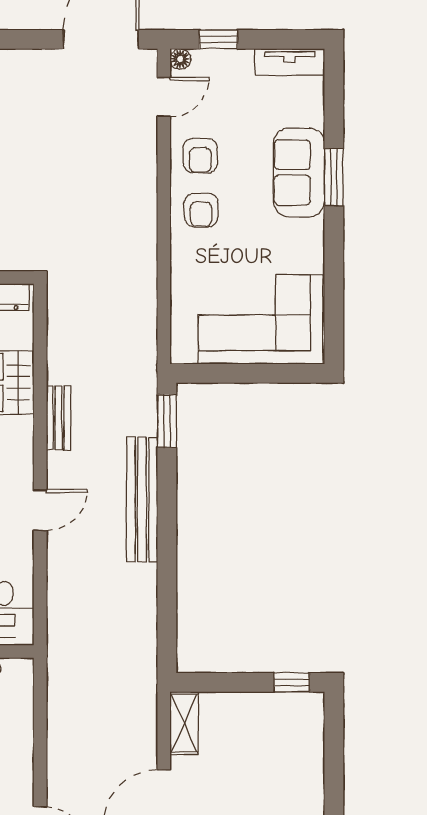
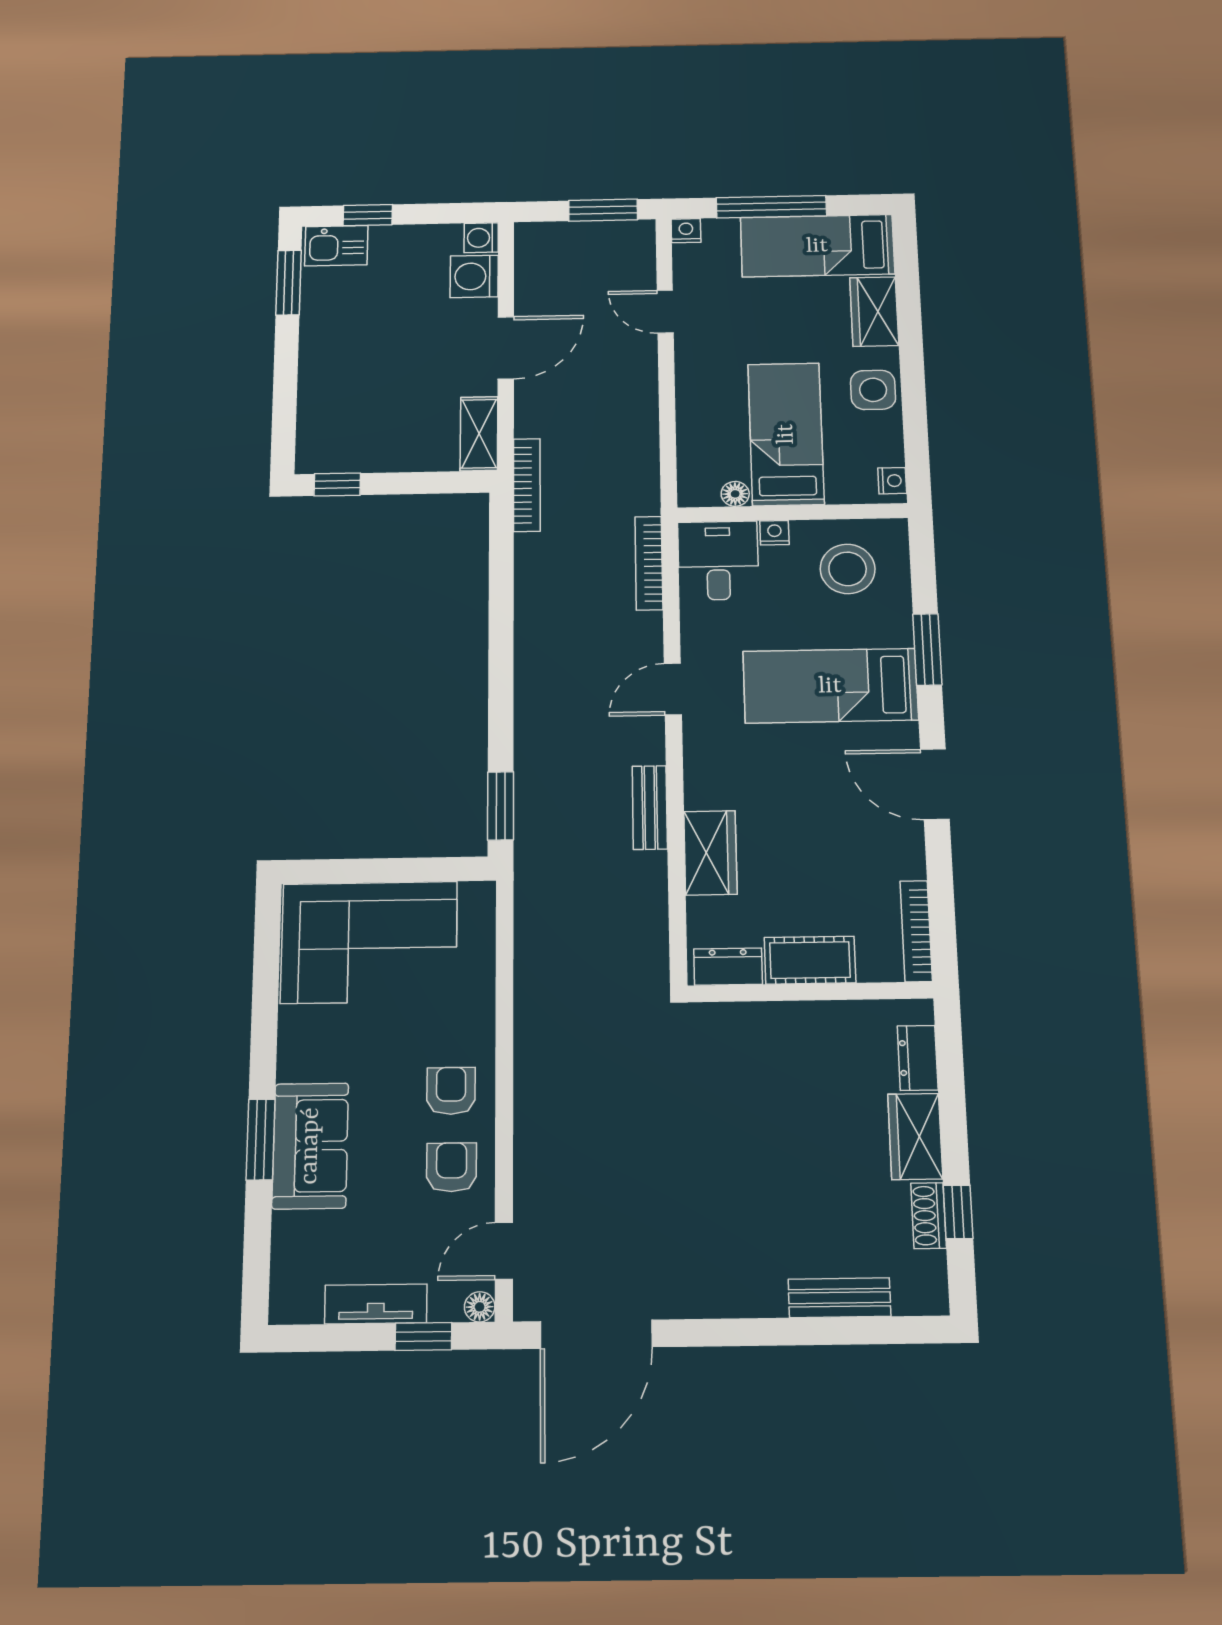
tv unit: (290, 62) -> (376, 1304), moved
bench: (142, 499) -> (535, 705), removed
bookcase: (56, 612) -> (649, 563), added
bookcase: (148, 679) -> (527, 485), added

